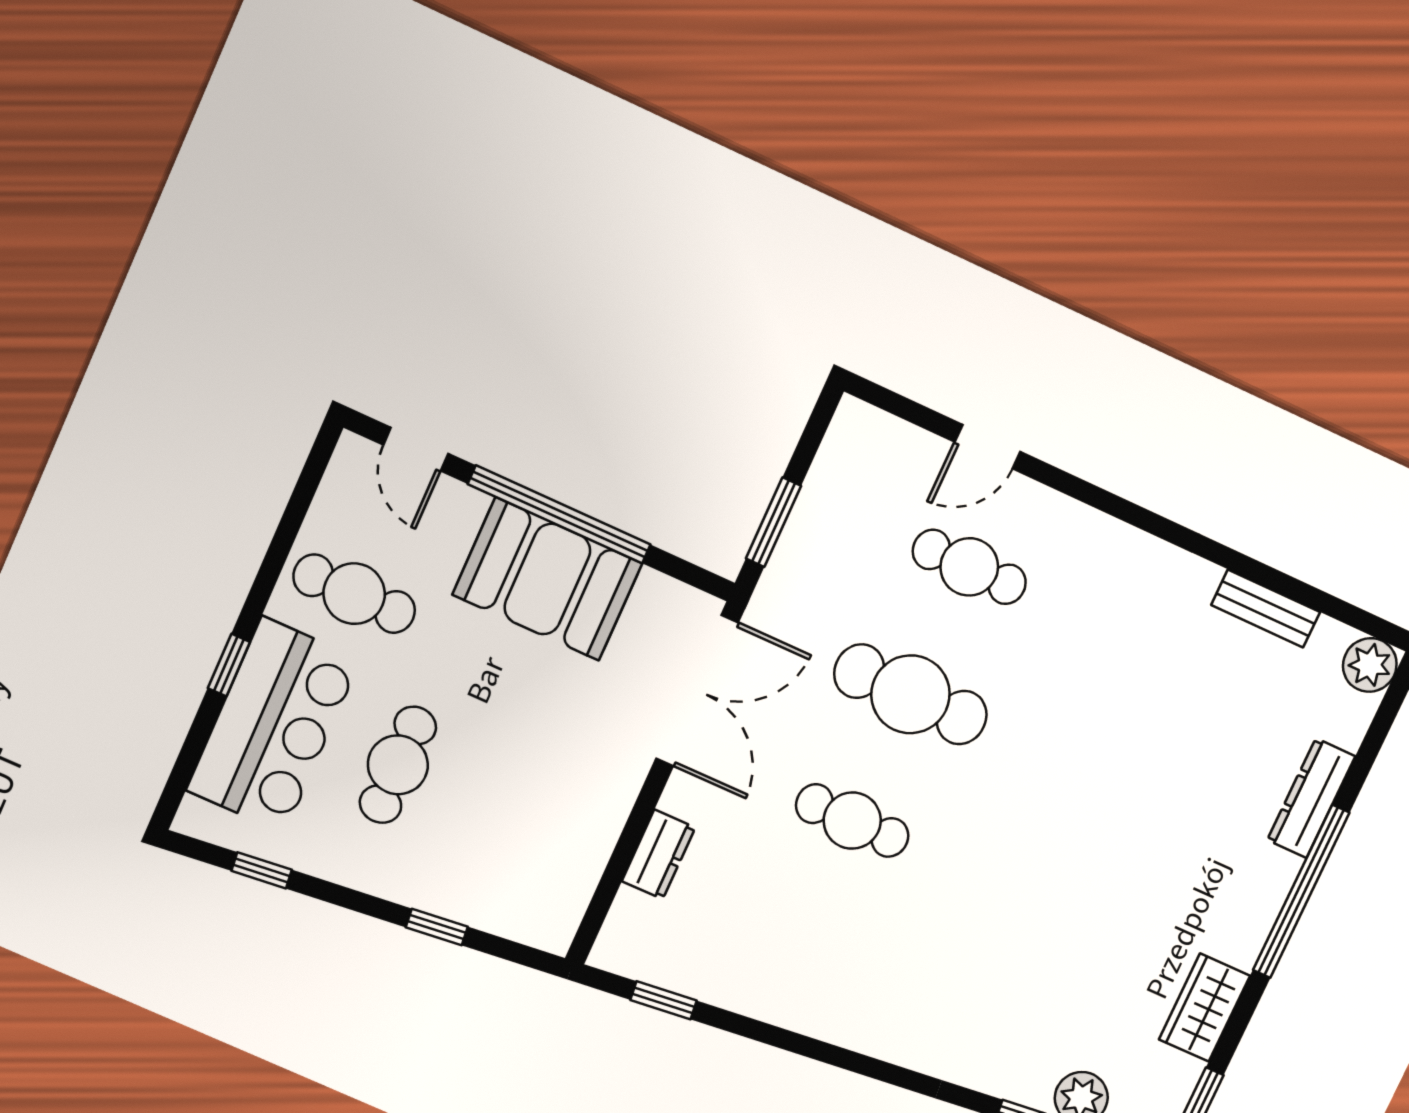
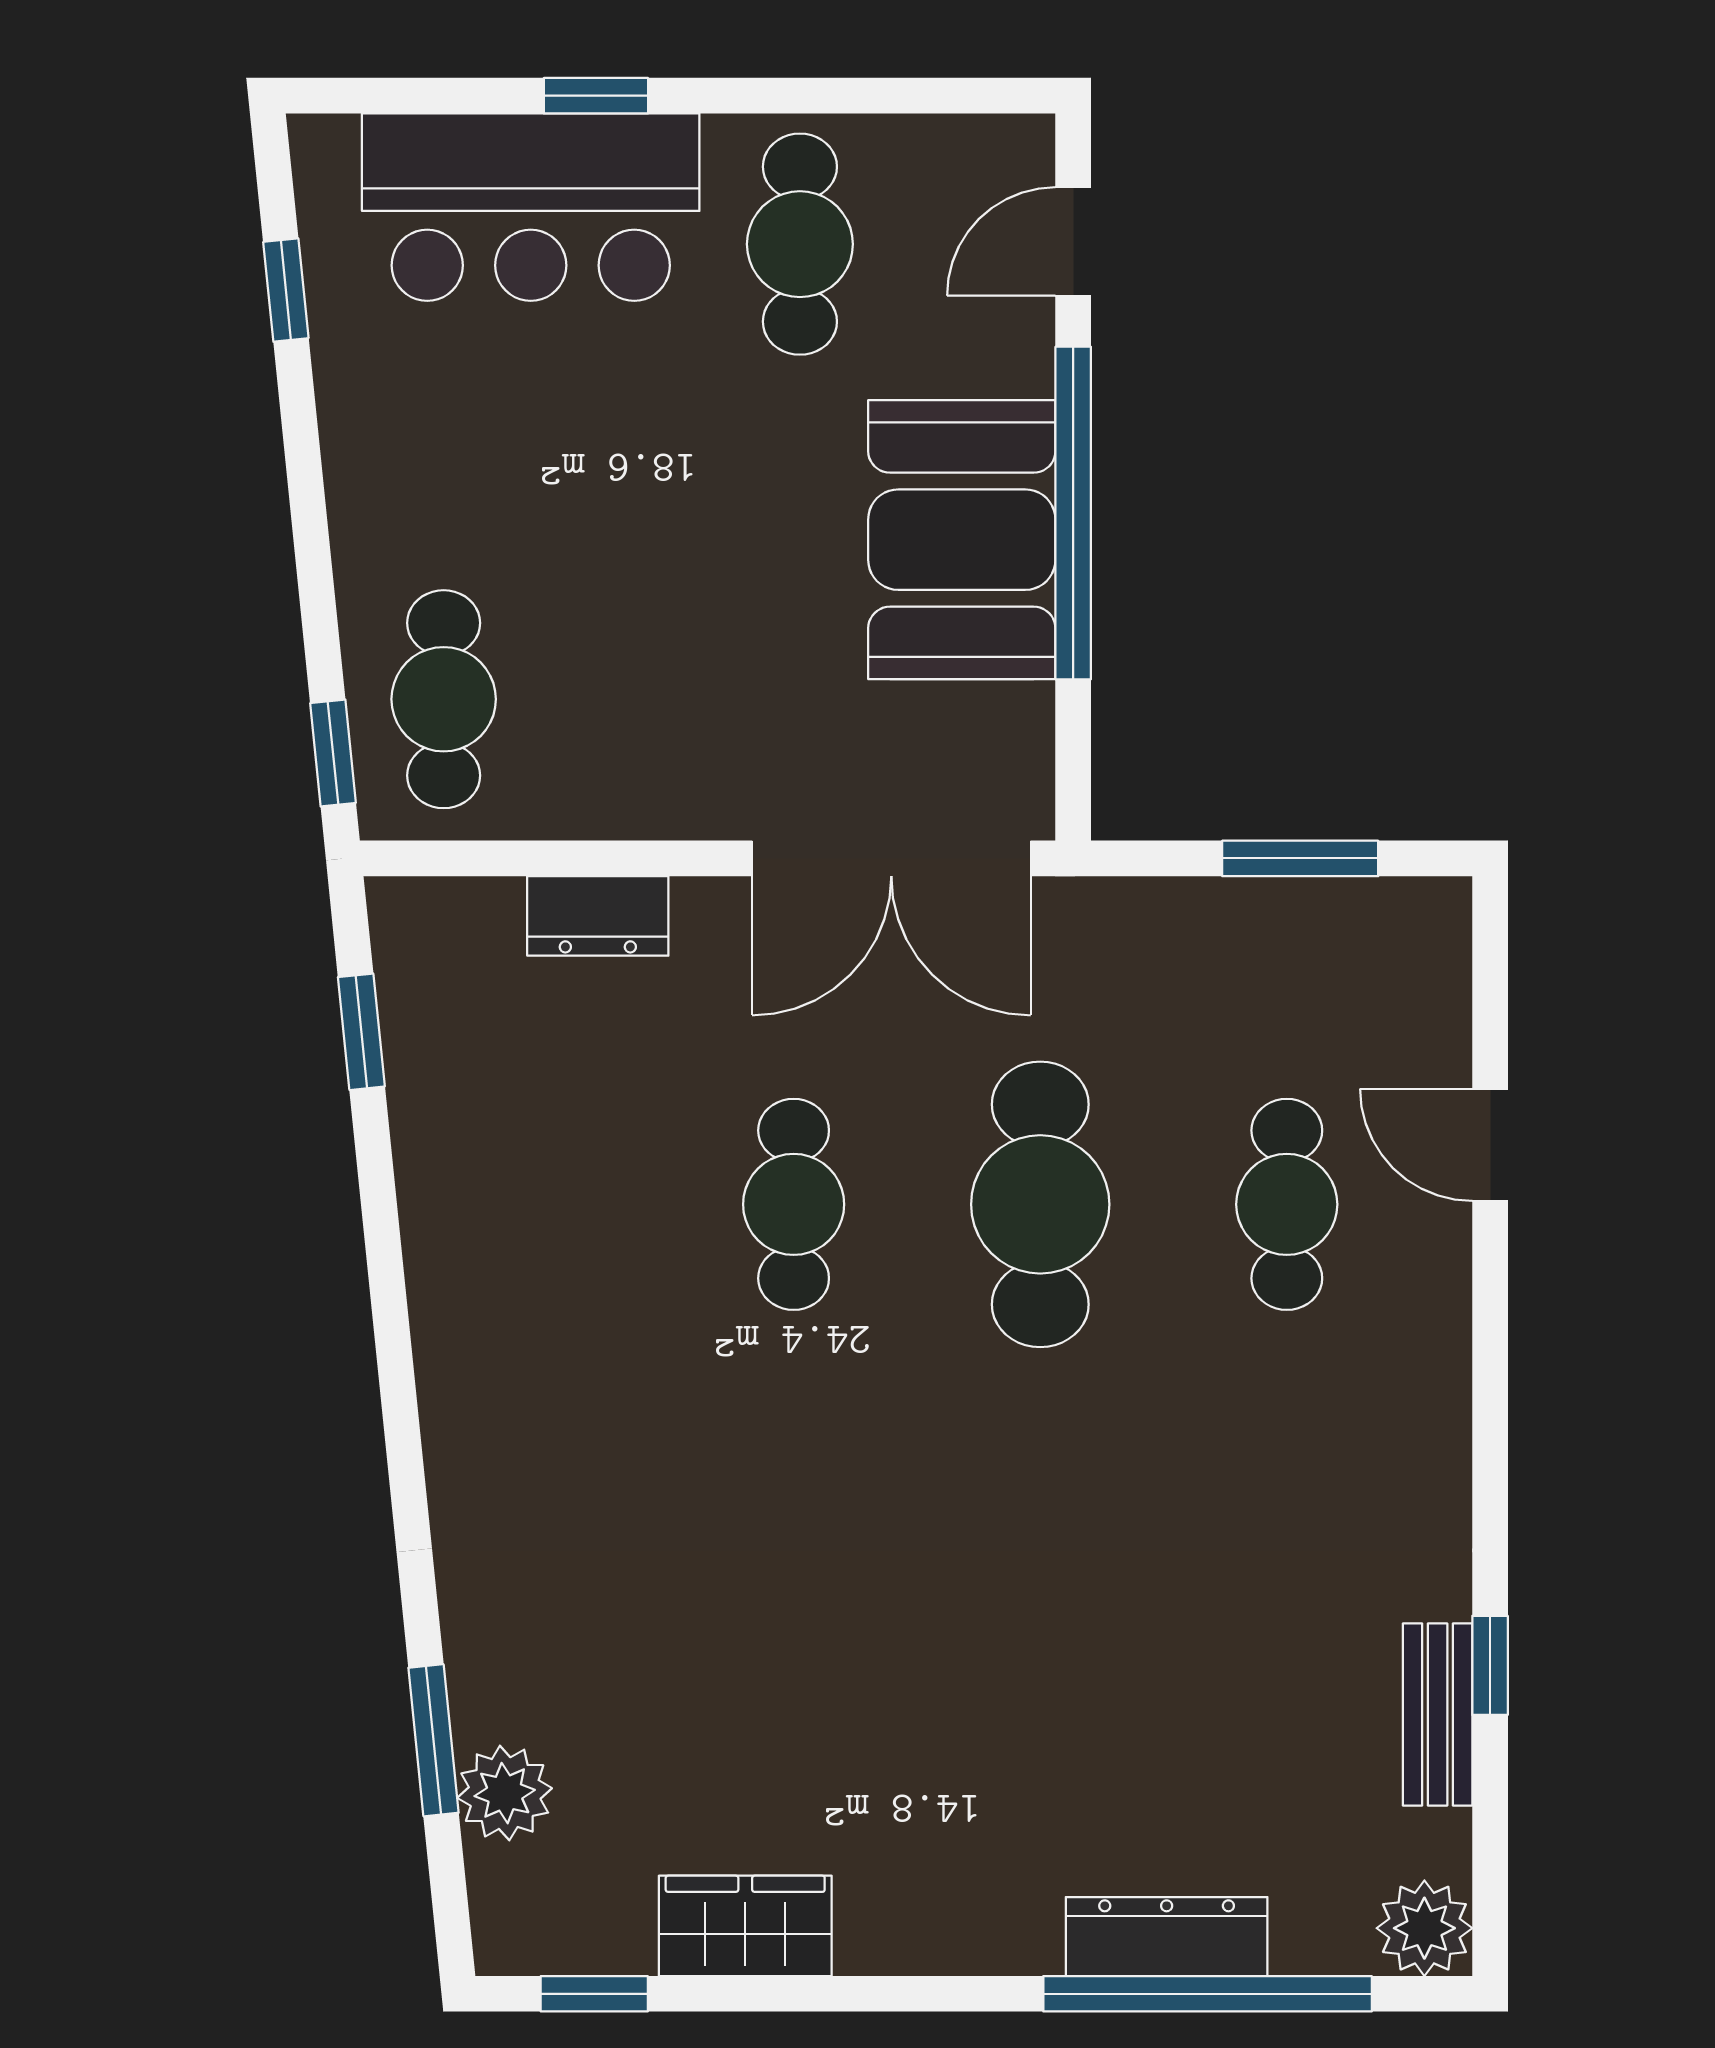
window: (773, 522) -> (1300, 858), moved
window: (1254, 570) -> (1490, 1665), added
cafe table: (398, 765) -> (444, 699), moved, turned 90
window: (1301, 891) -> (1208, 1994), moved
window: (437, 927) -> (333, 753), moved

